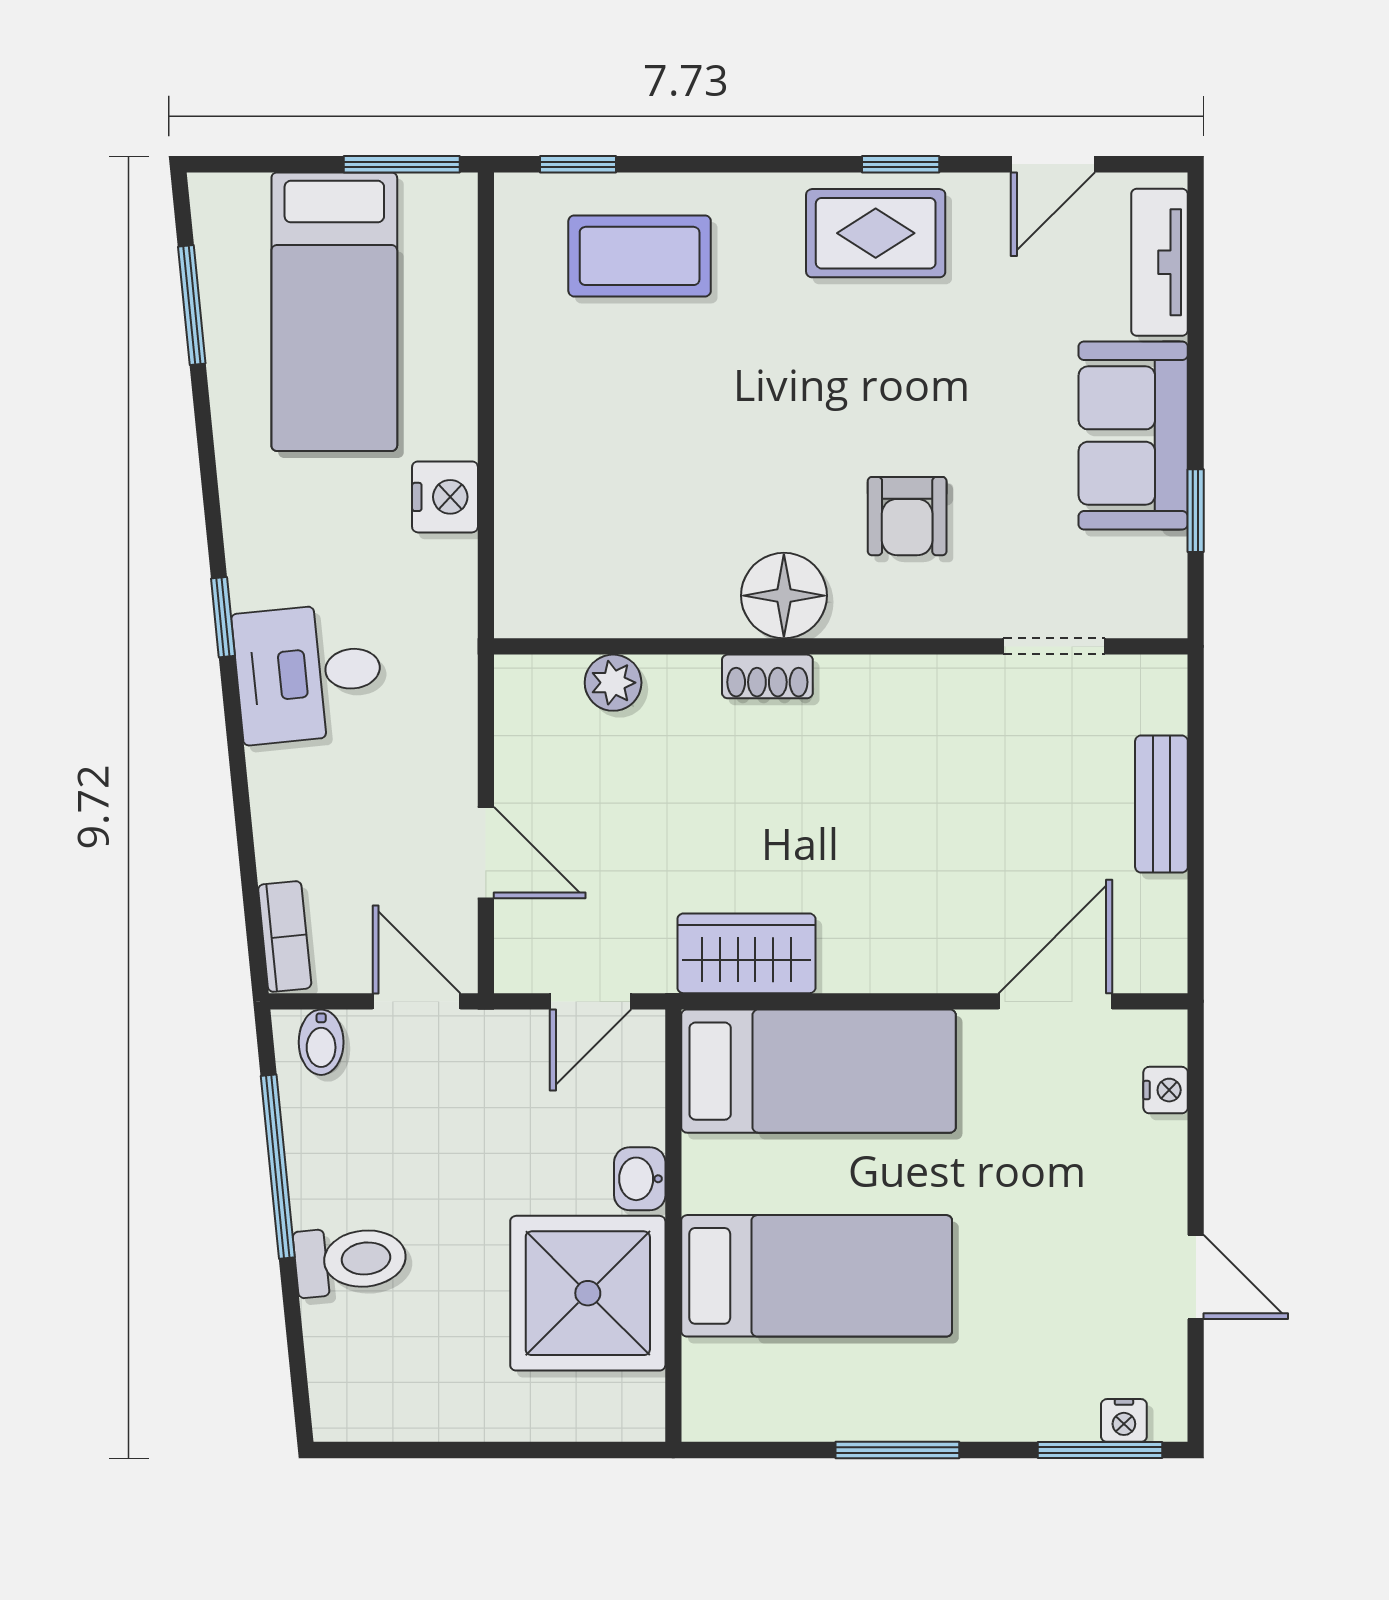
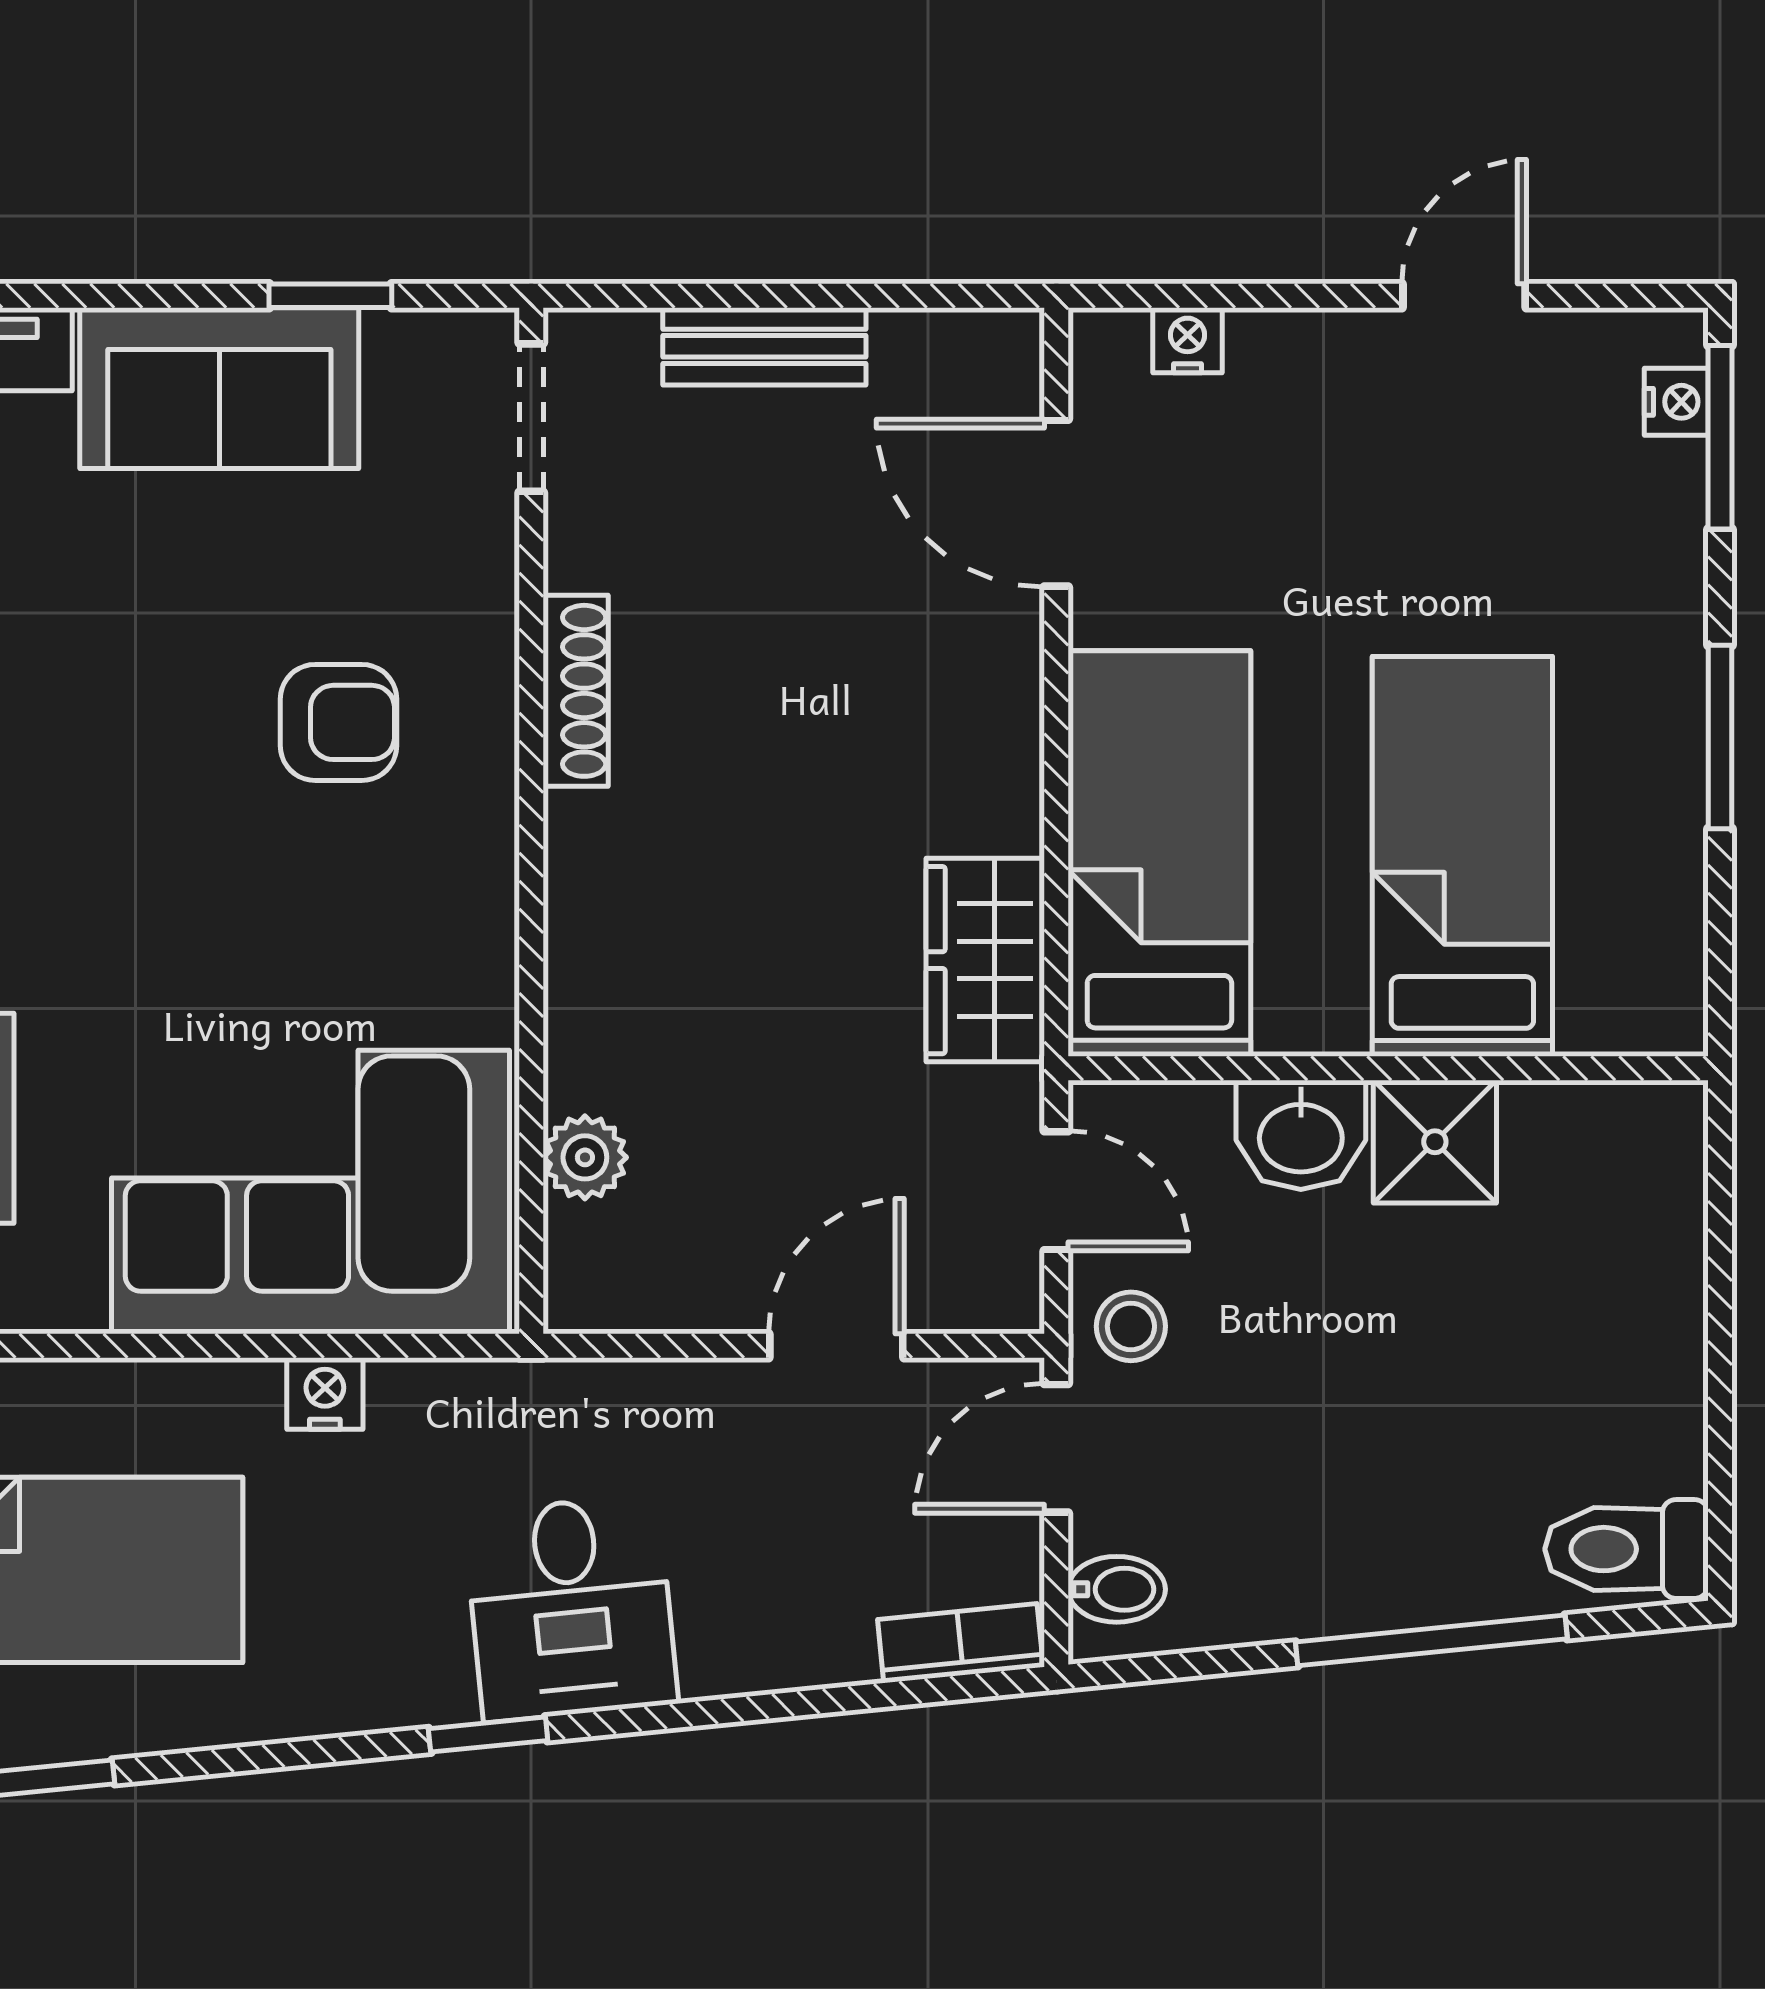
nightstand: (445, 497) -> (325, 1393), width x0.72, depth x0.74
corner sofa: (590, 497) -> (310, 1192), added
floor lamp: (784, 596) -> (456, 905), removed
doorway: (1054, 646) -> (531, 418), moved
shoe rack: (767, 676) -> (576, 691), moved, width x1.43
stool: (499, 1052) -> (1131, 1326), added
window: (278, 1167) -> (1431, 1640), moved
washbasin: (640, 1179) -> (1301, 1135), width x1.38, depth x1.45
toilet: (351, 1260) -> (1627, 1549), moved, turned -84
shower: (588, 1293) -> (1435, 1142), width x0.54, depth x0.54

